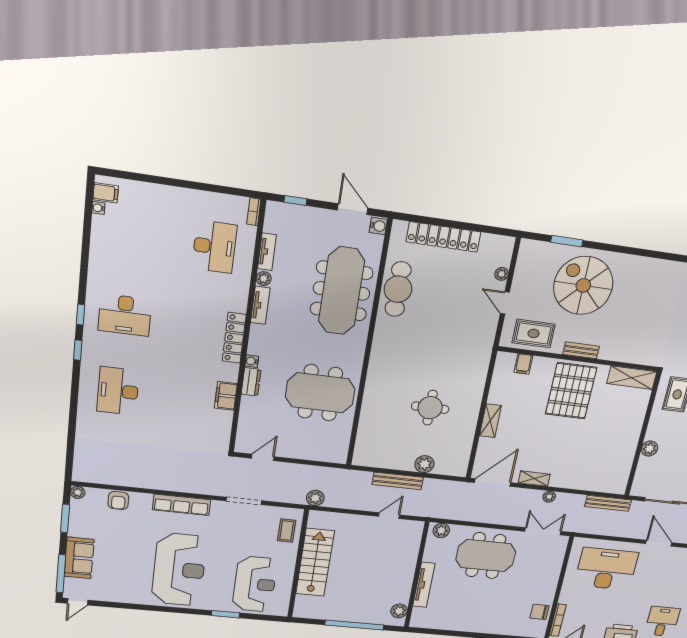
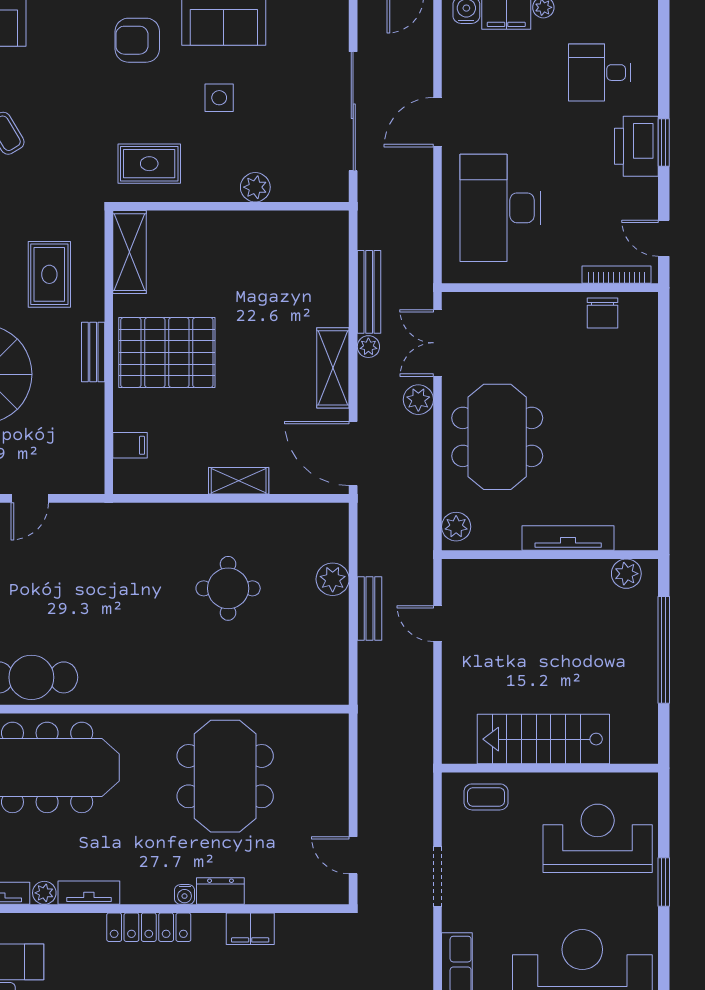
rug: (534, 333) -> (49, 274), moved
shelving: (534, 479) -> (333, 368), width x1.50, depth x1.33
bench: (398, 481) -> (370, 609), width x0.73
plant: (315, 498) -> (418, 400), moved
bench: (608, 503) -> (369, 292), moved

